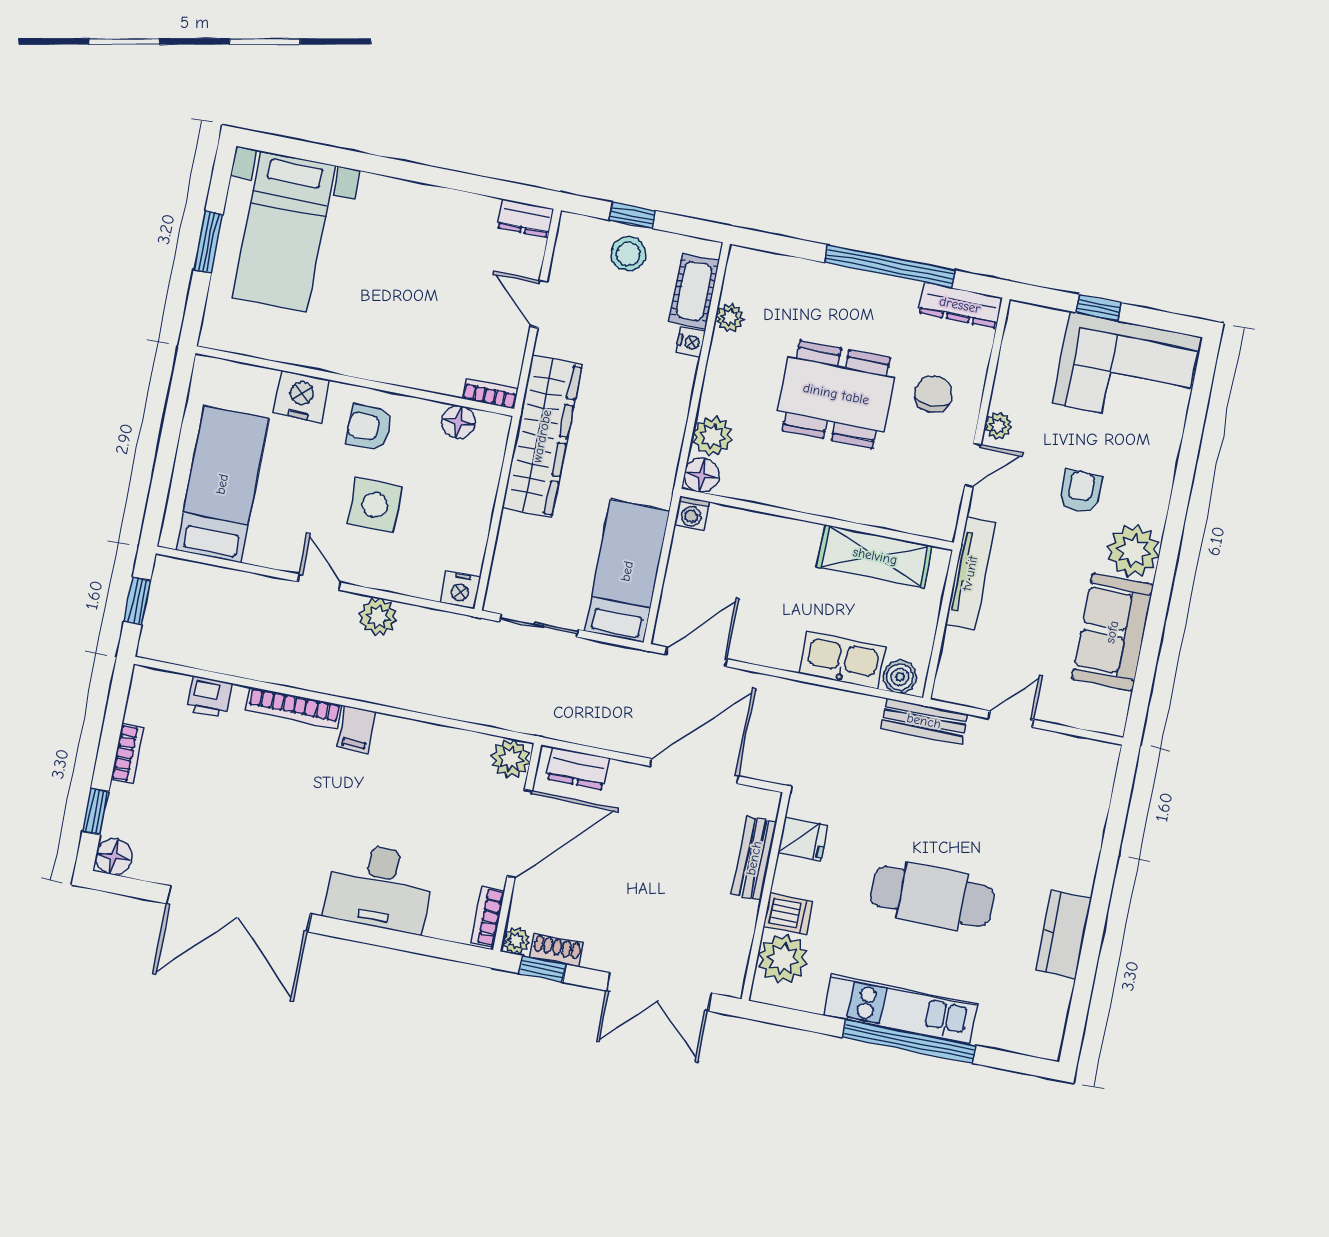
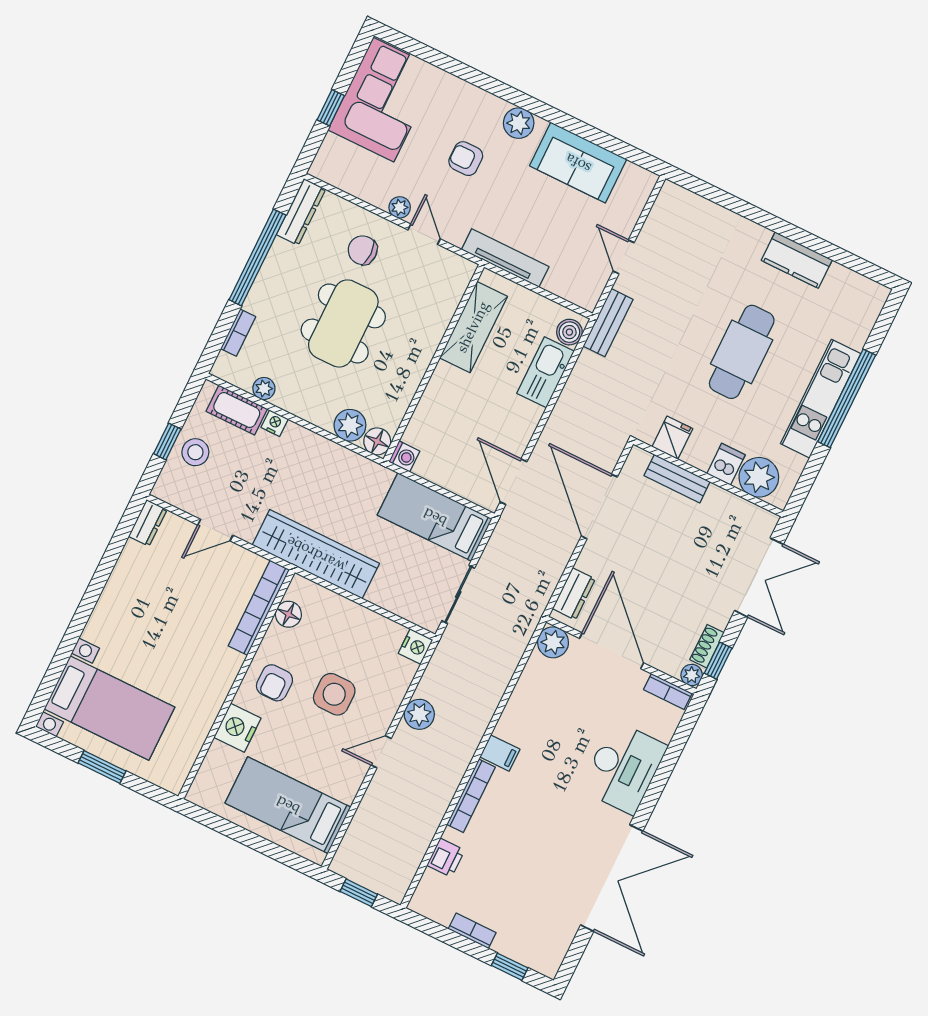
bookcase: (790, 267) -> (238, 333), added
bookcase: (490, 393) -> (259, 608), width x2.31, depth x1.31
plant: (1133, 551) -> (519, 123), width x0.73, depth x0.73
floor lamp: (114, 857) -> (547, 962), removed

